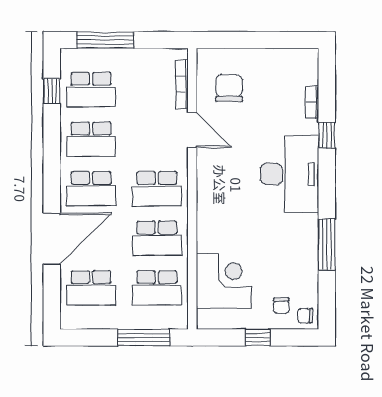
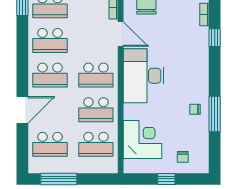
desk: (290, 174) -> (144, 76), moved, turned 180
door: (52, 239) -> (22, 110), width x0.73
chair: (305, 316) -> (195, 109), moved
window: (144, 337) -> (59, 179), moved

